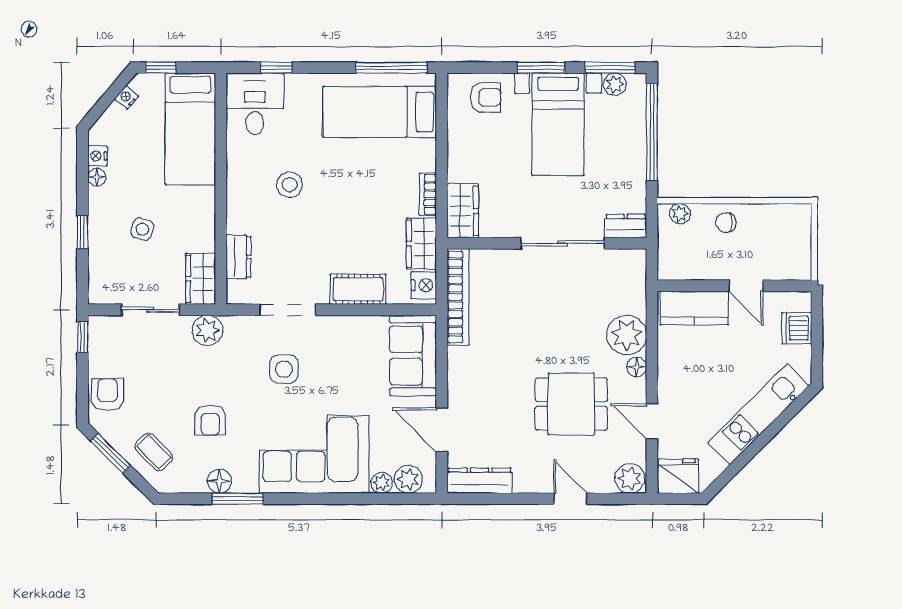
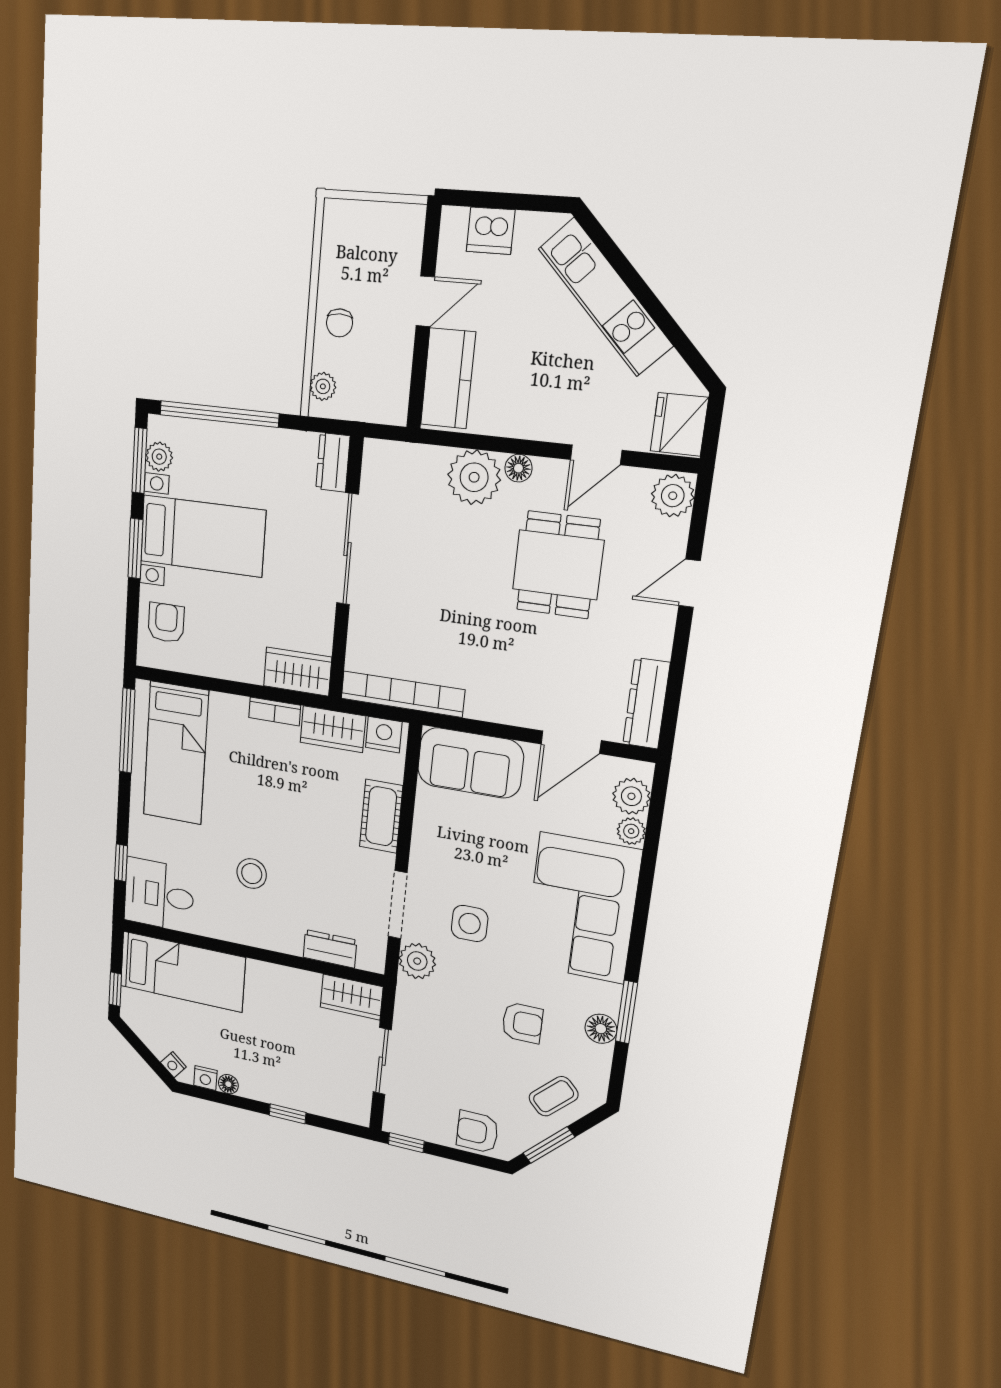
nightstand: (127, 97) -> (173, 1065), moved
side table: (142, 229) -> (289, 1049), removed
plant: (207, 330) -> (417, 961), moved

